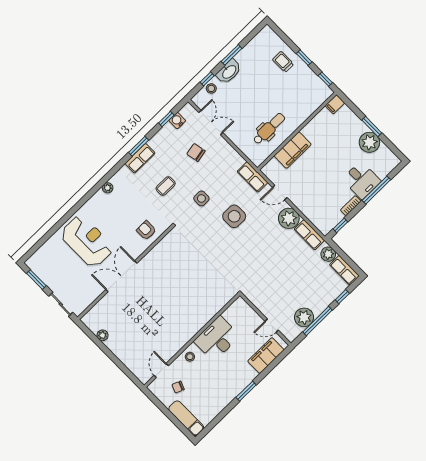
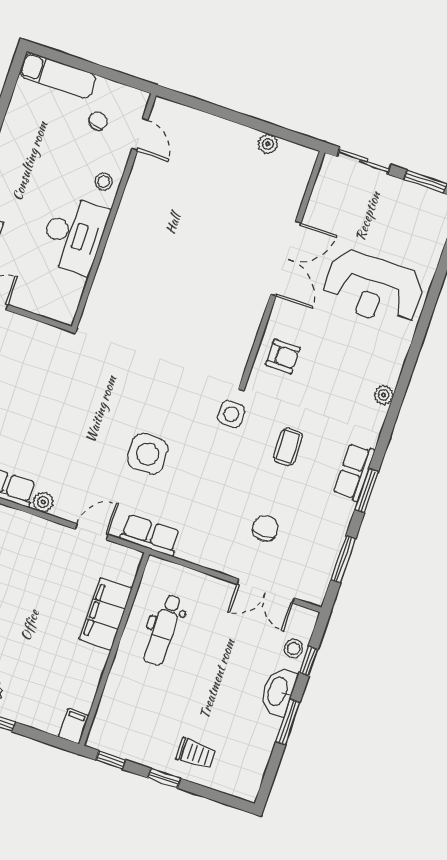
window: (166, 119) -> (343, 559), width x1.50
water cooler: (177, 121) -> (324, 566), removed
chair: (196, 152) -> (265, 528), turned -79
side table: (201, 198) -> (231, 414), moved
plant: (289, 218) -> (43, 502), width x0.53, depth x0.53

